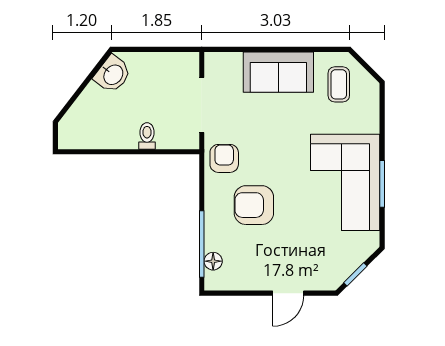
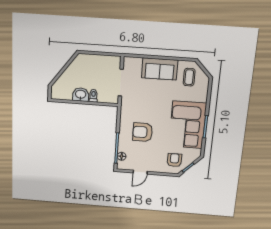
washbasin: (113, 74) -> (81, 95), moved, turned -128
armchair: (224, 158) -> (174, 160), moved
door: (288, 293) -> (140, 172), moved

